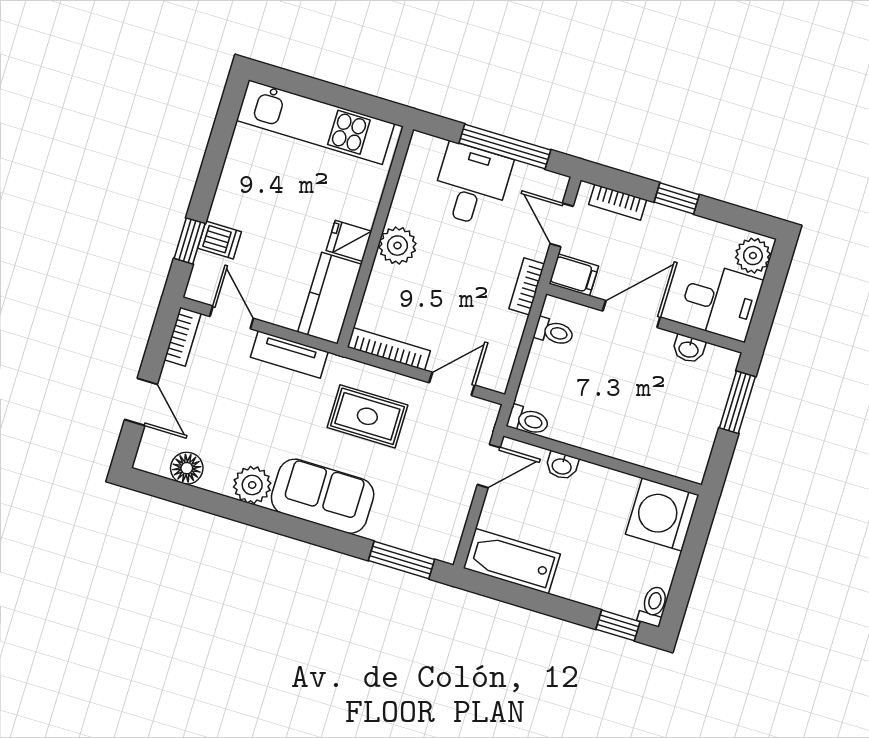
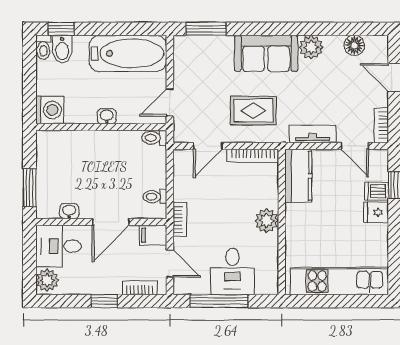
fridge: (349, 241) -> (376, 212), moved, turned 180
washbasin: (562, 466) -> (107, 116), moved
washing machine: (662, 515) -> (50, 110), width x0.73, depth x0.73
bathtub: (512, 561) -> (128, 53), width x1.36, depth x1.36
bidet: (626, 595) -> (62, 49), added

